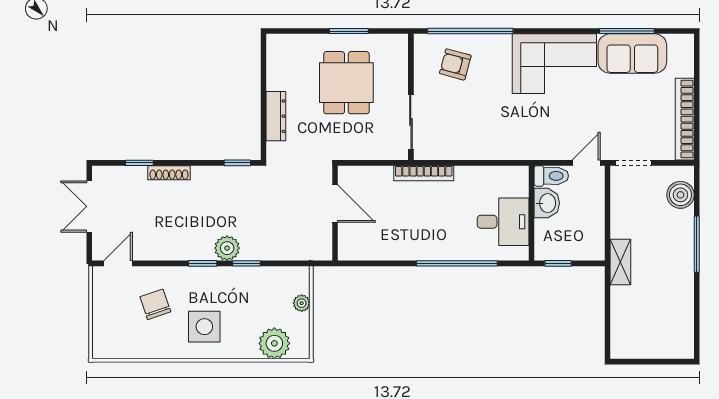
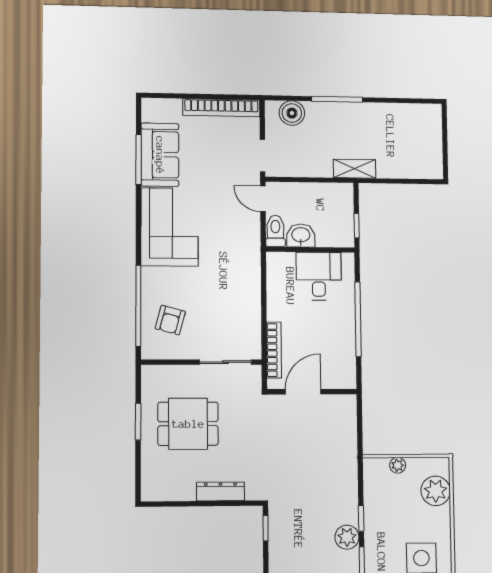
door: (335, 204) -> (303, 392), moved
wall: (335, 213) -> (312, 392), moved

